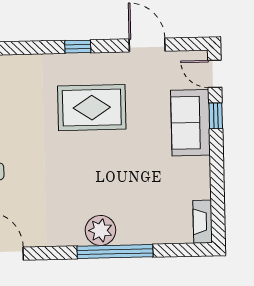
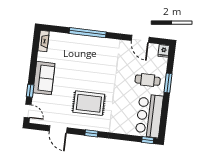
sofa: (190, 123) -> (44, 78), moved
plant: (100, 230) -> (93, 44), removed

